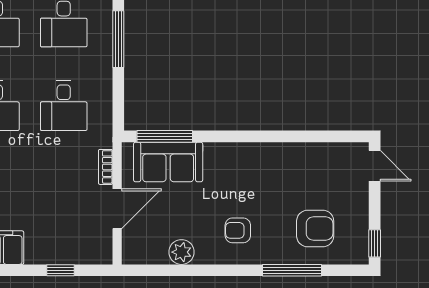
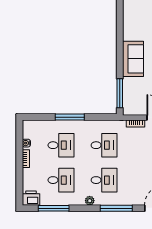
sofa: (168, 162) -> (133, 59), moved

